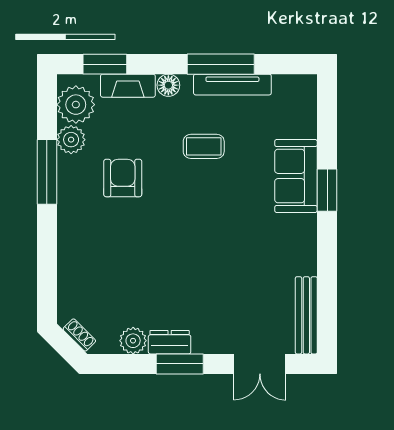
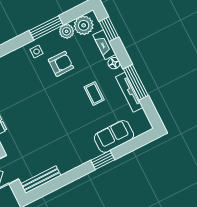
sofa: (296, 176) -> (114, 136), moved
side table: (80, 210) -> (37, 51), added

